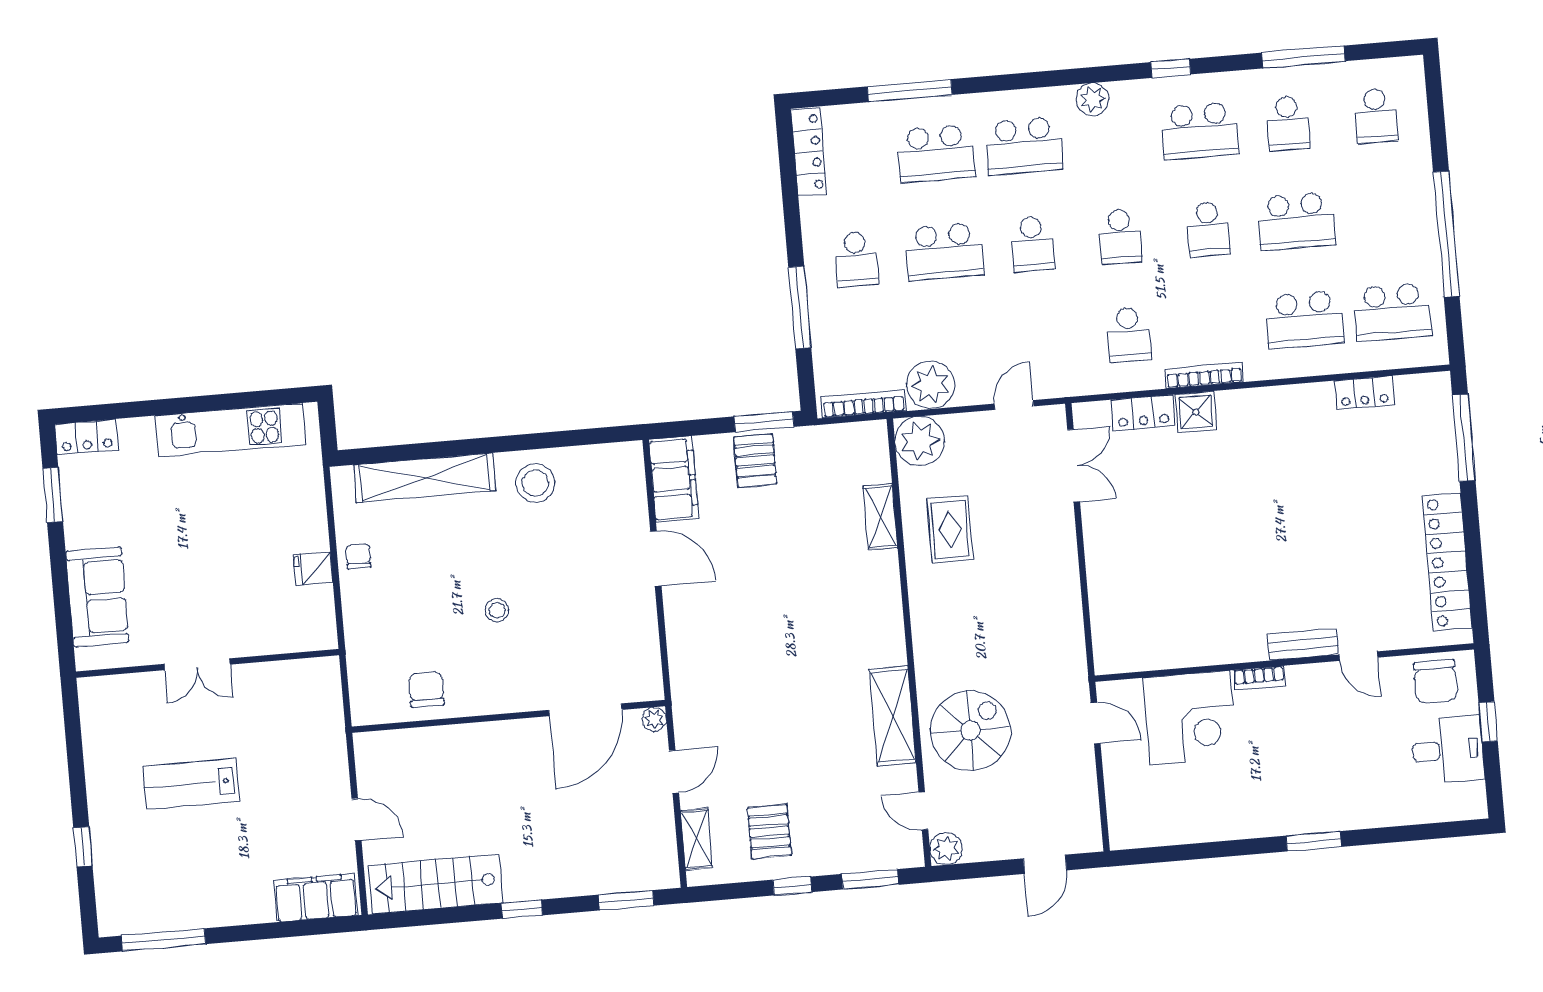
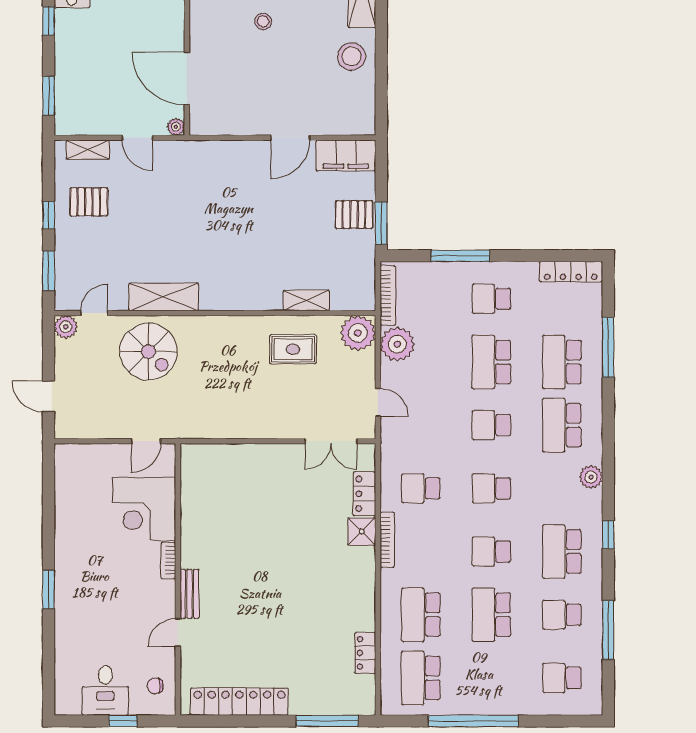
chair: (1435, 681) -> (155, 686), width x0.54, depth x0.54

